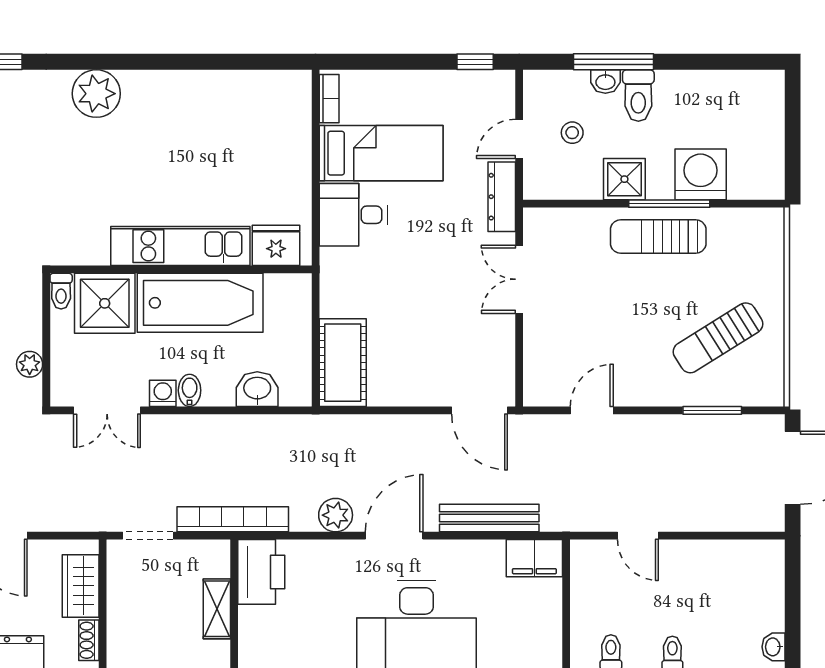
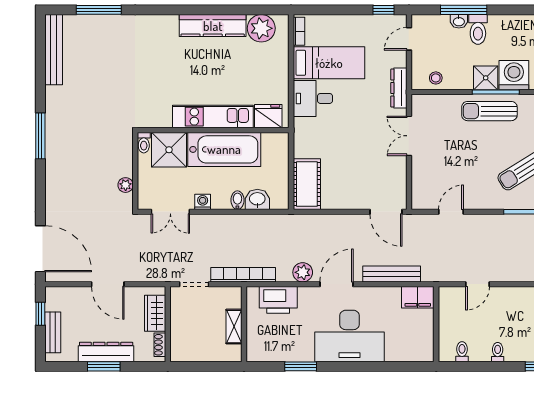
kitchen counter: (180, 89) -> (213, 26), added
plant: (96, 94) -> (261, 28), moved
stool: (572, 133) -> (436, 78), moved
door: (519, 139) -> (409, 39), moved
shower: (624, 179) -> (486, 78), moved
bidet: (190, 390) -> (237, 200), moved
door: (638, 536) -> (478, 284), hinge flipped
printer: (261, 572) -> (278, 300), moved, turned 90

